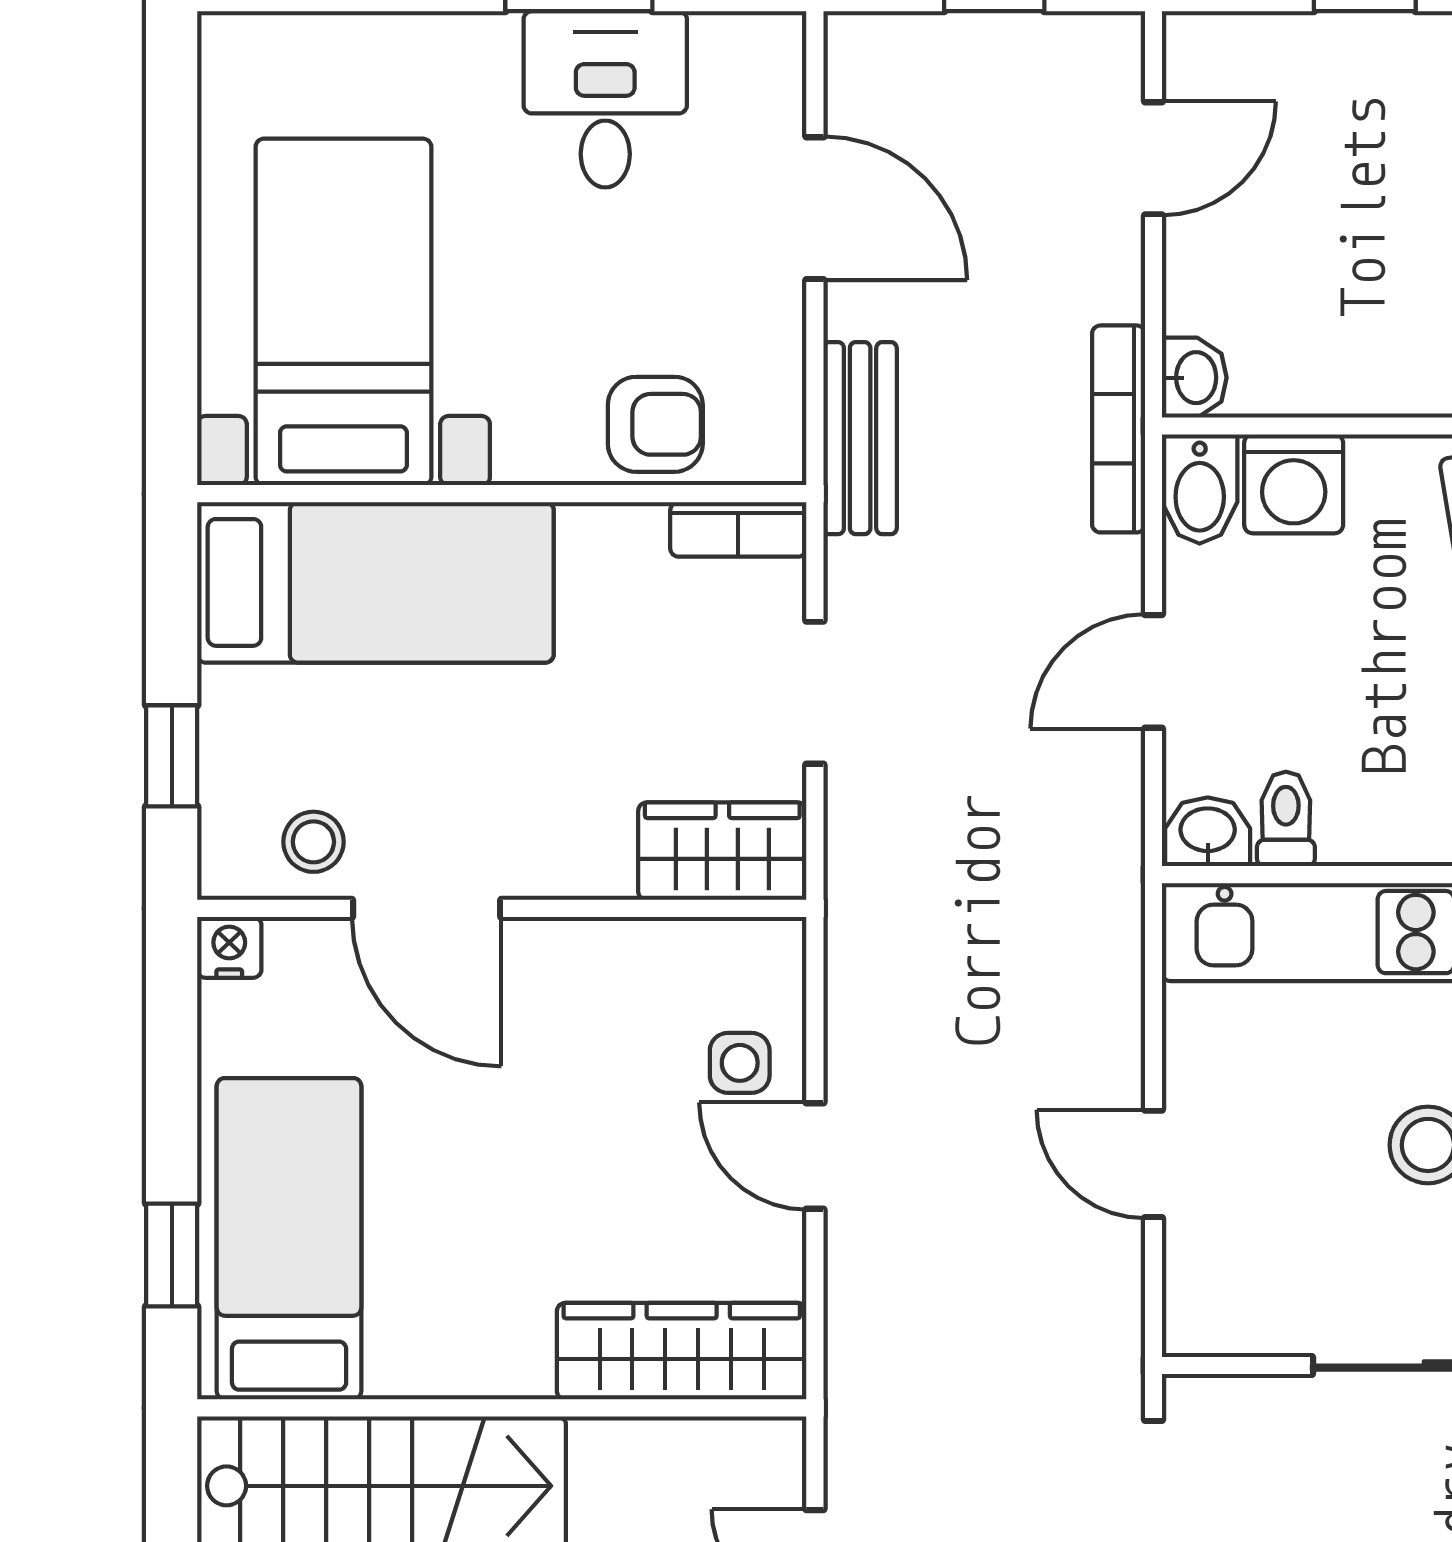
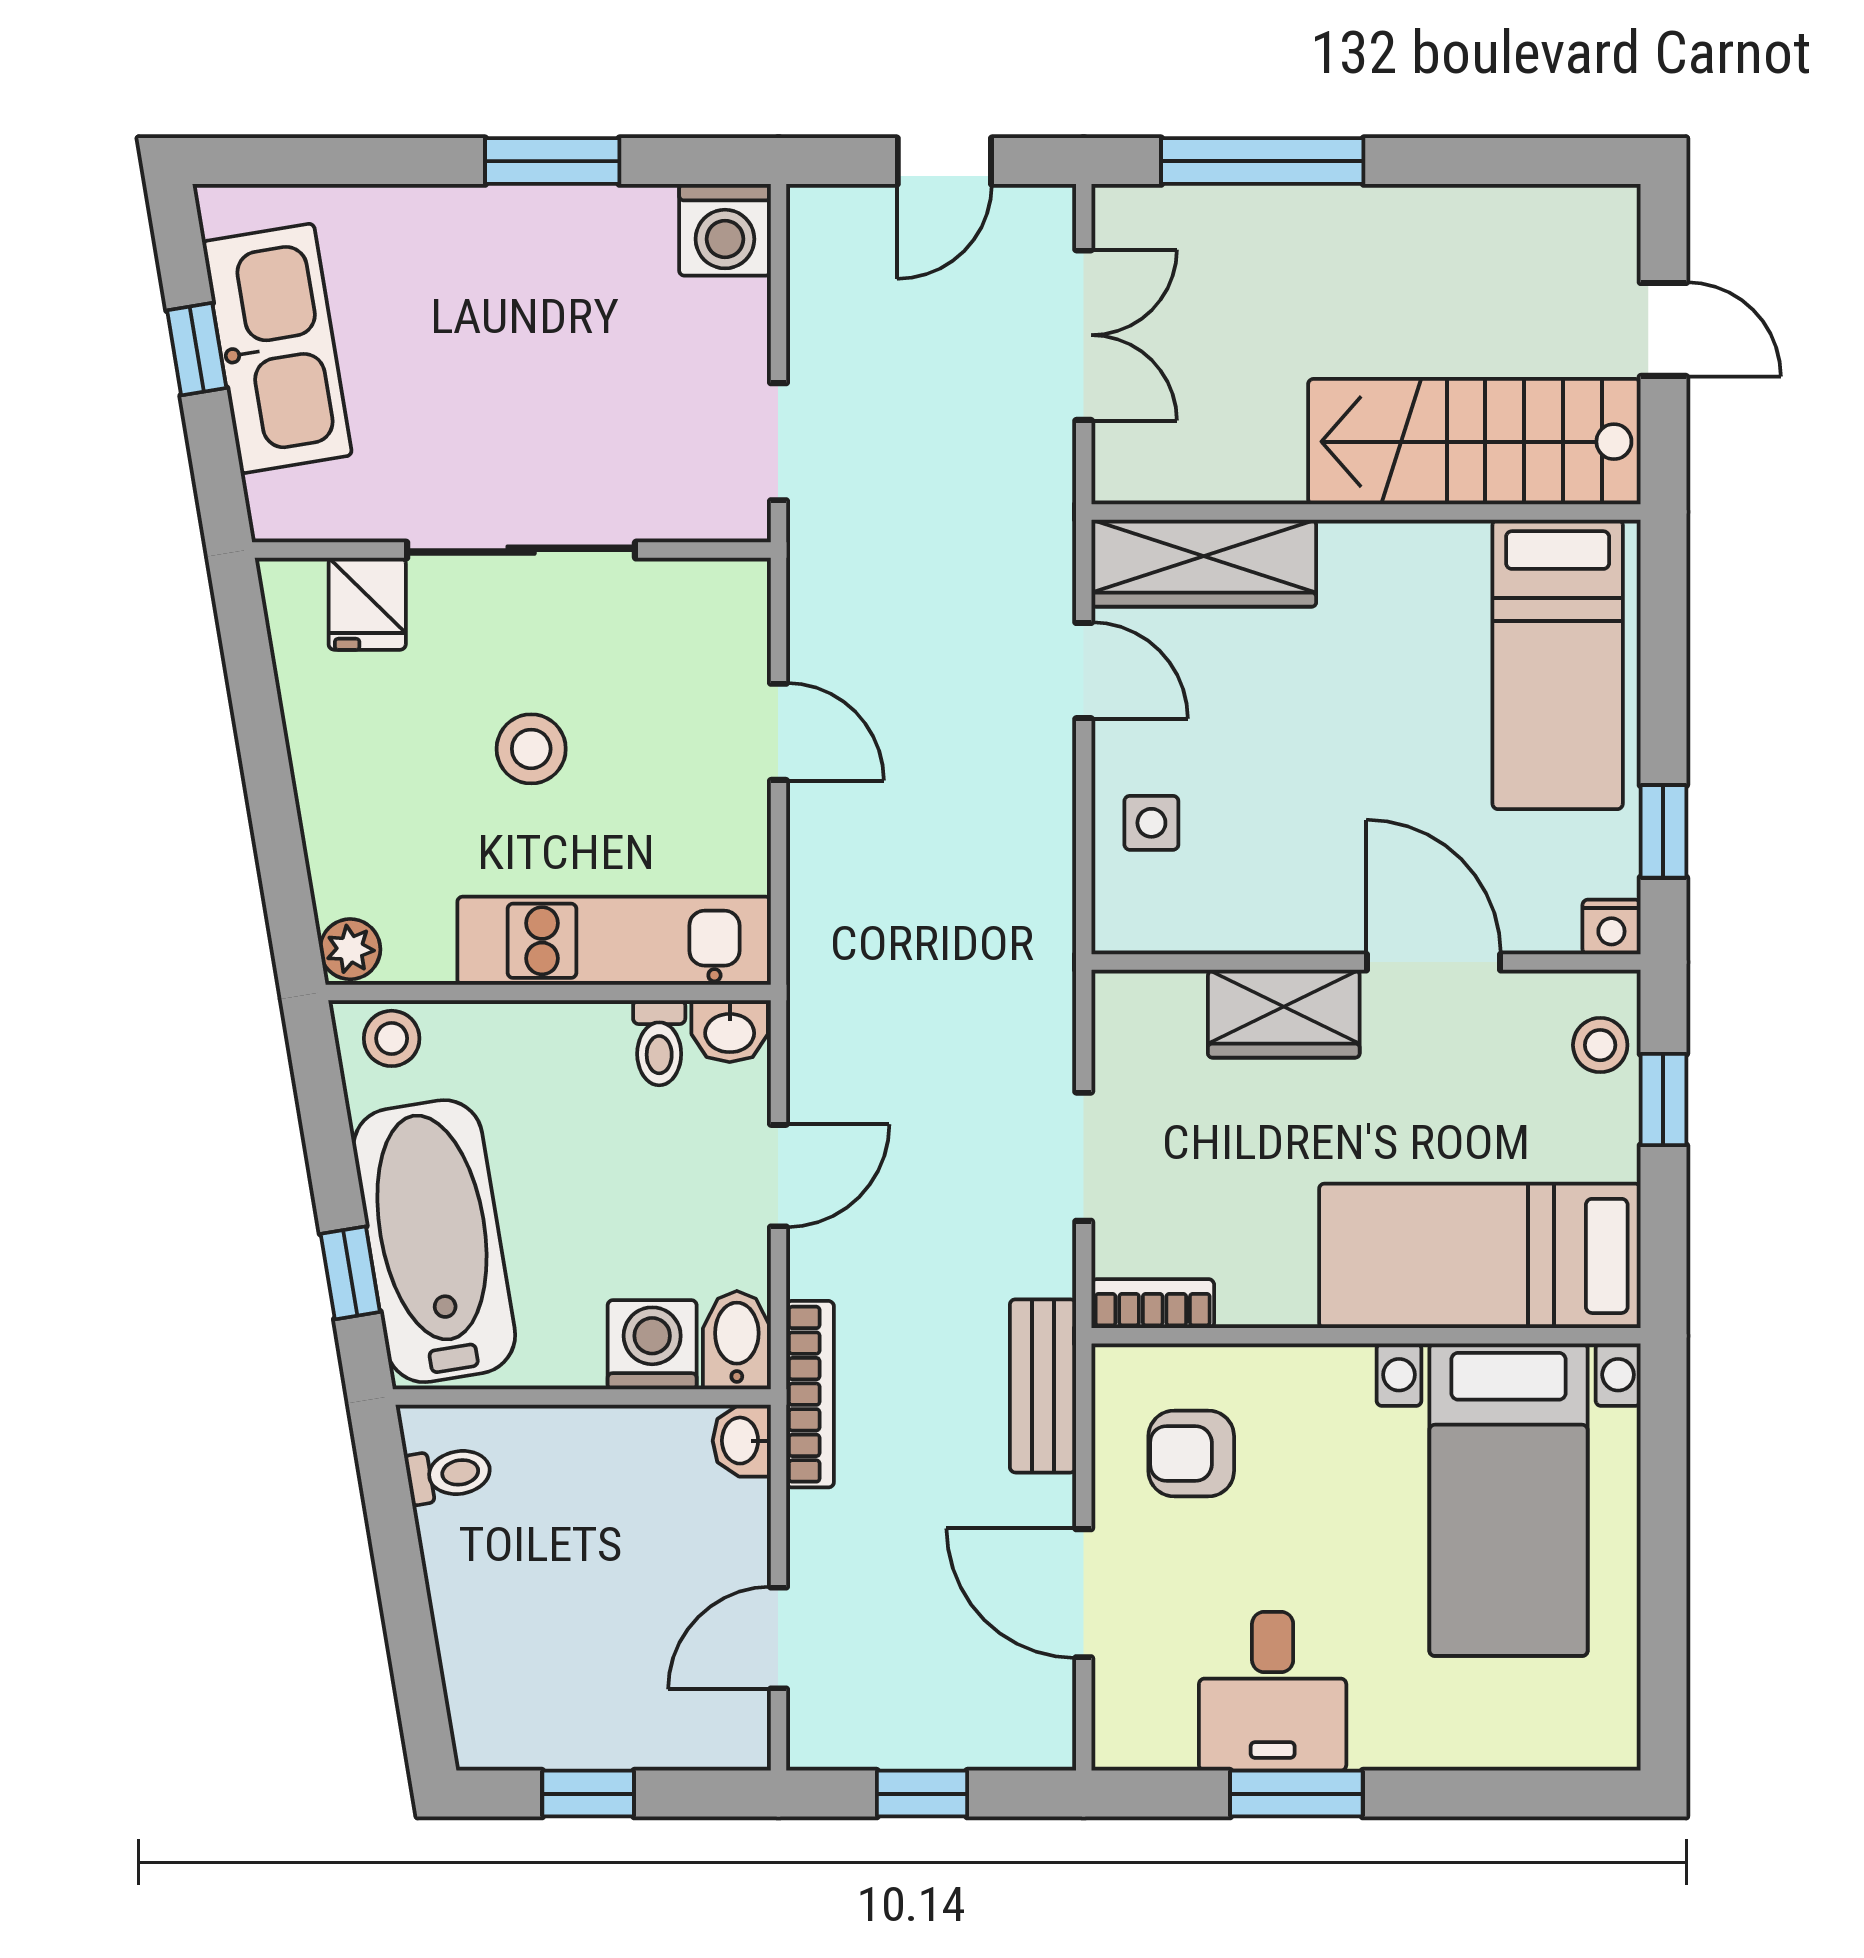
armchair: (655, 424) -> (1191, 1454), moved
stool: (313, 842) -> (1600, 1045), moved
wardrobe: (722, 851) -> (1284, 1014), moved
door: (815, 1156) -> (1084, 671), moved
window: (172, 1255) -> (1663, 831), moved

